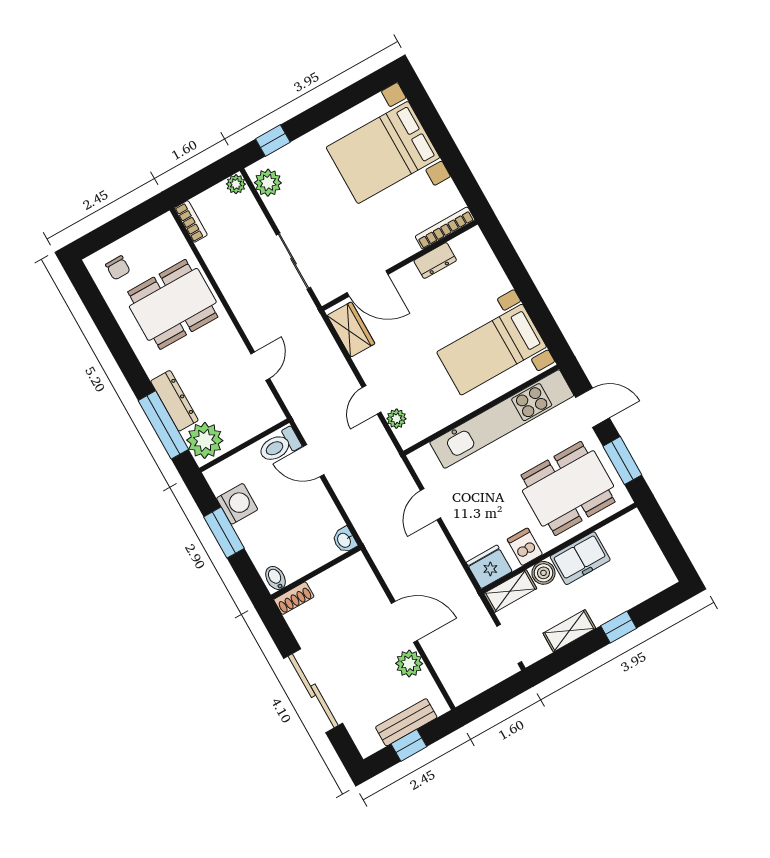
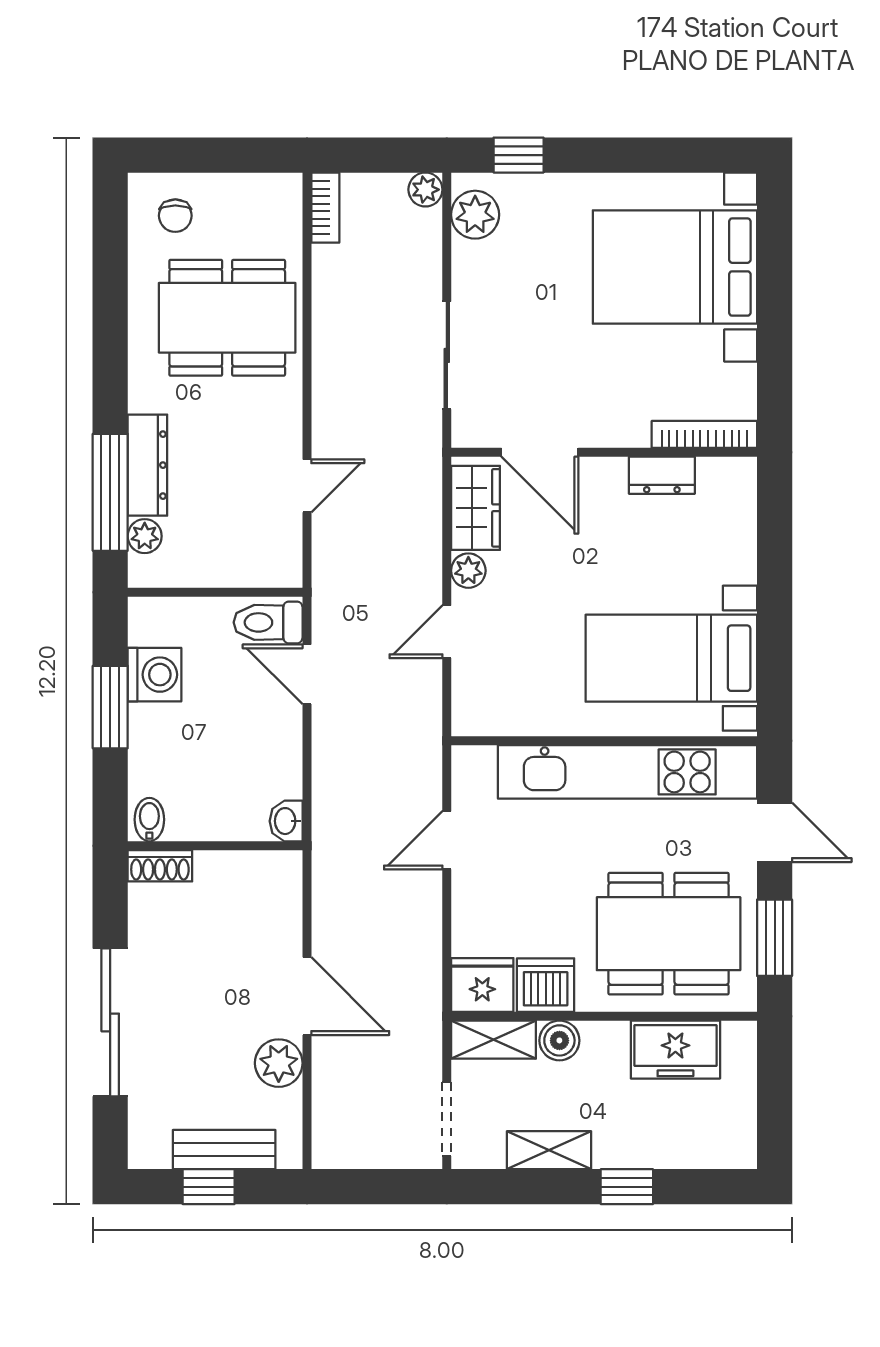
plant: (396, 419) -> (468, 571), moved
plant: (205, 440) -> (145, 536), width x0.53, depth x0.53
dishwasher: (525, 547) -> (546, 985), width x1.38
freezer: (580, 558) -> (675, 1050), moved

